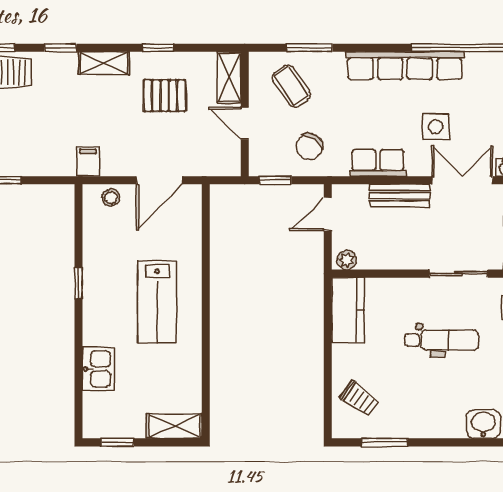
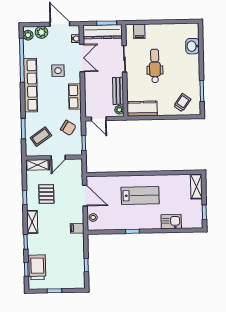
double door: (462, 180) -> (82, 58), swing flipped
bench: (400, 195) -> (118, 91), moved

